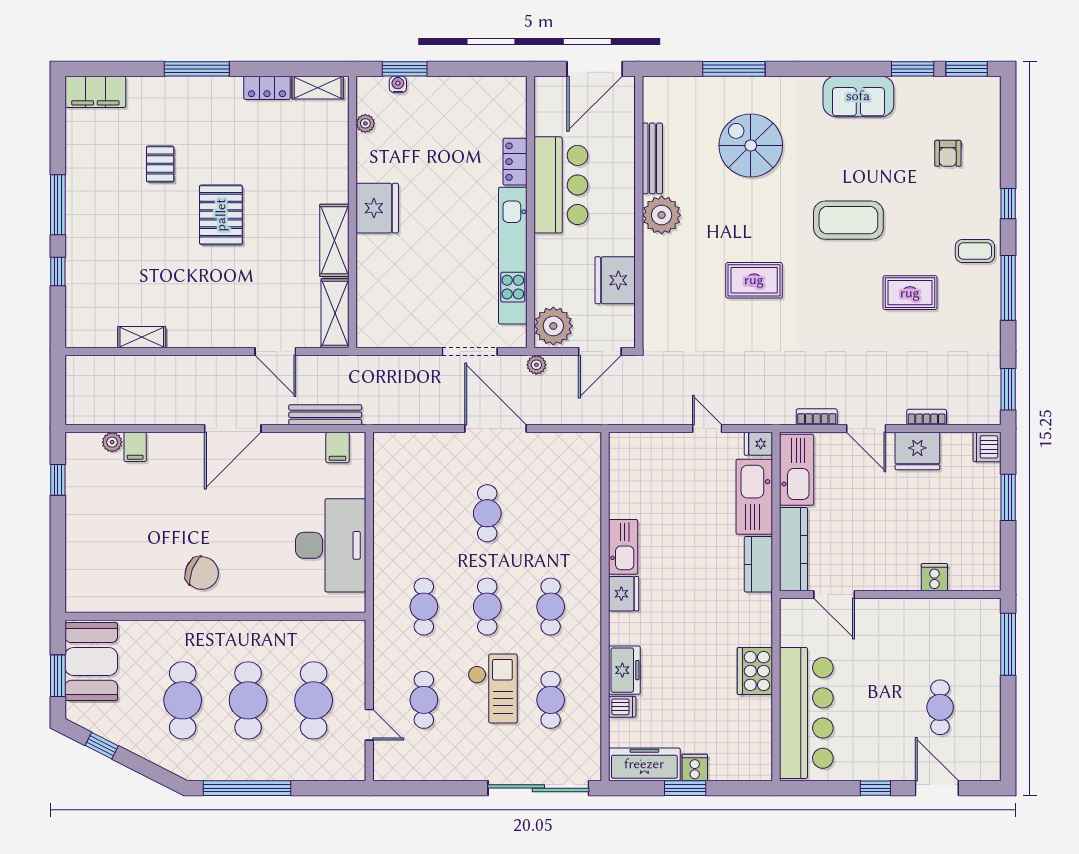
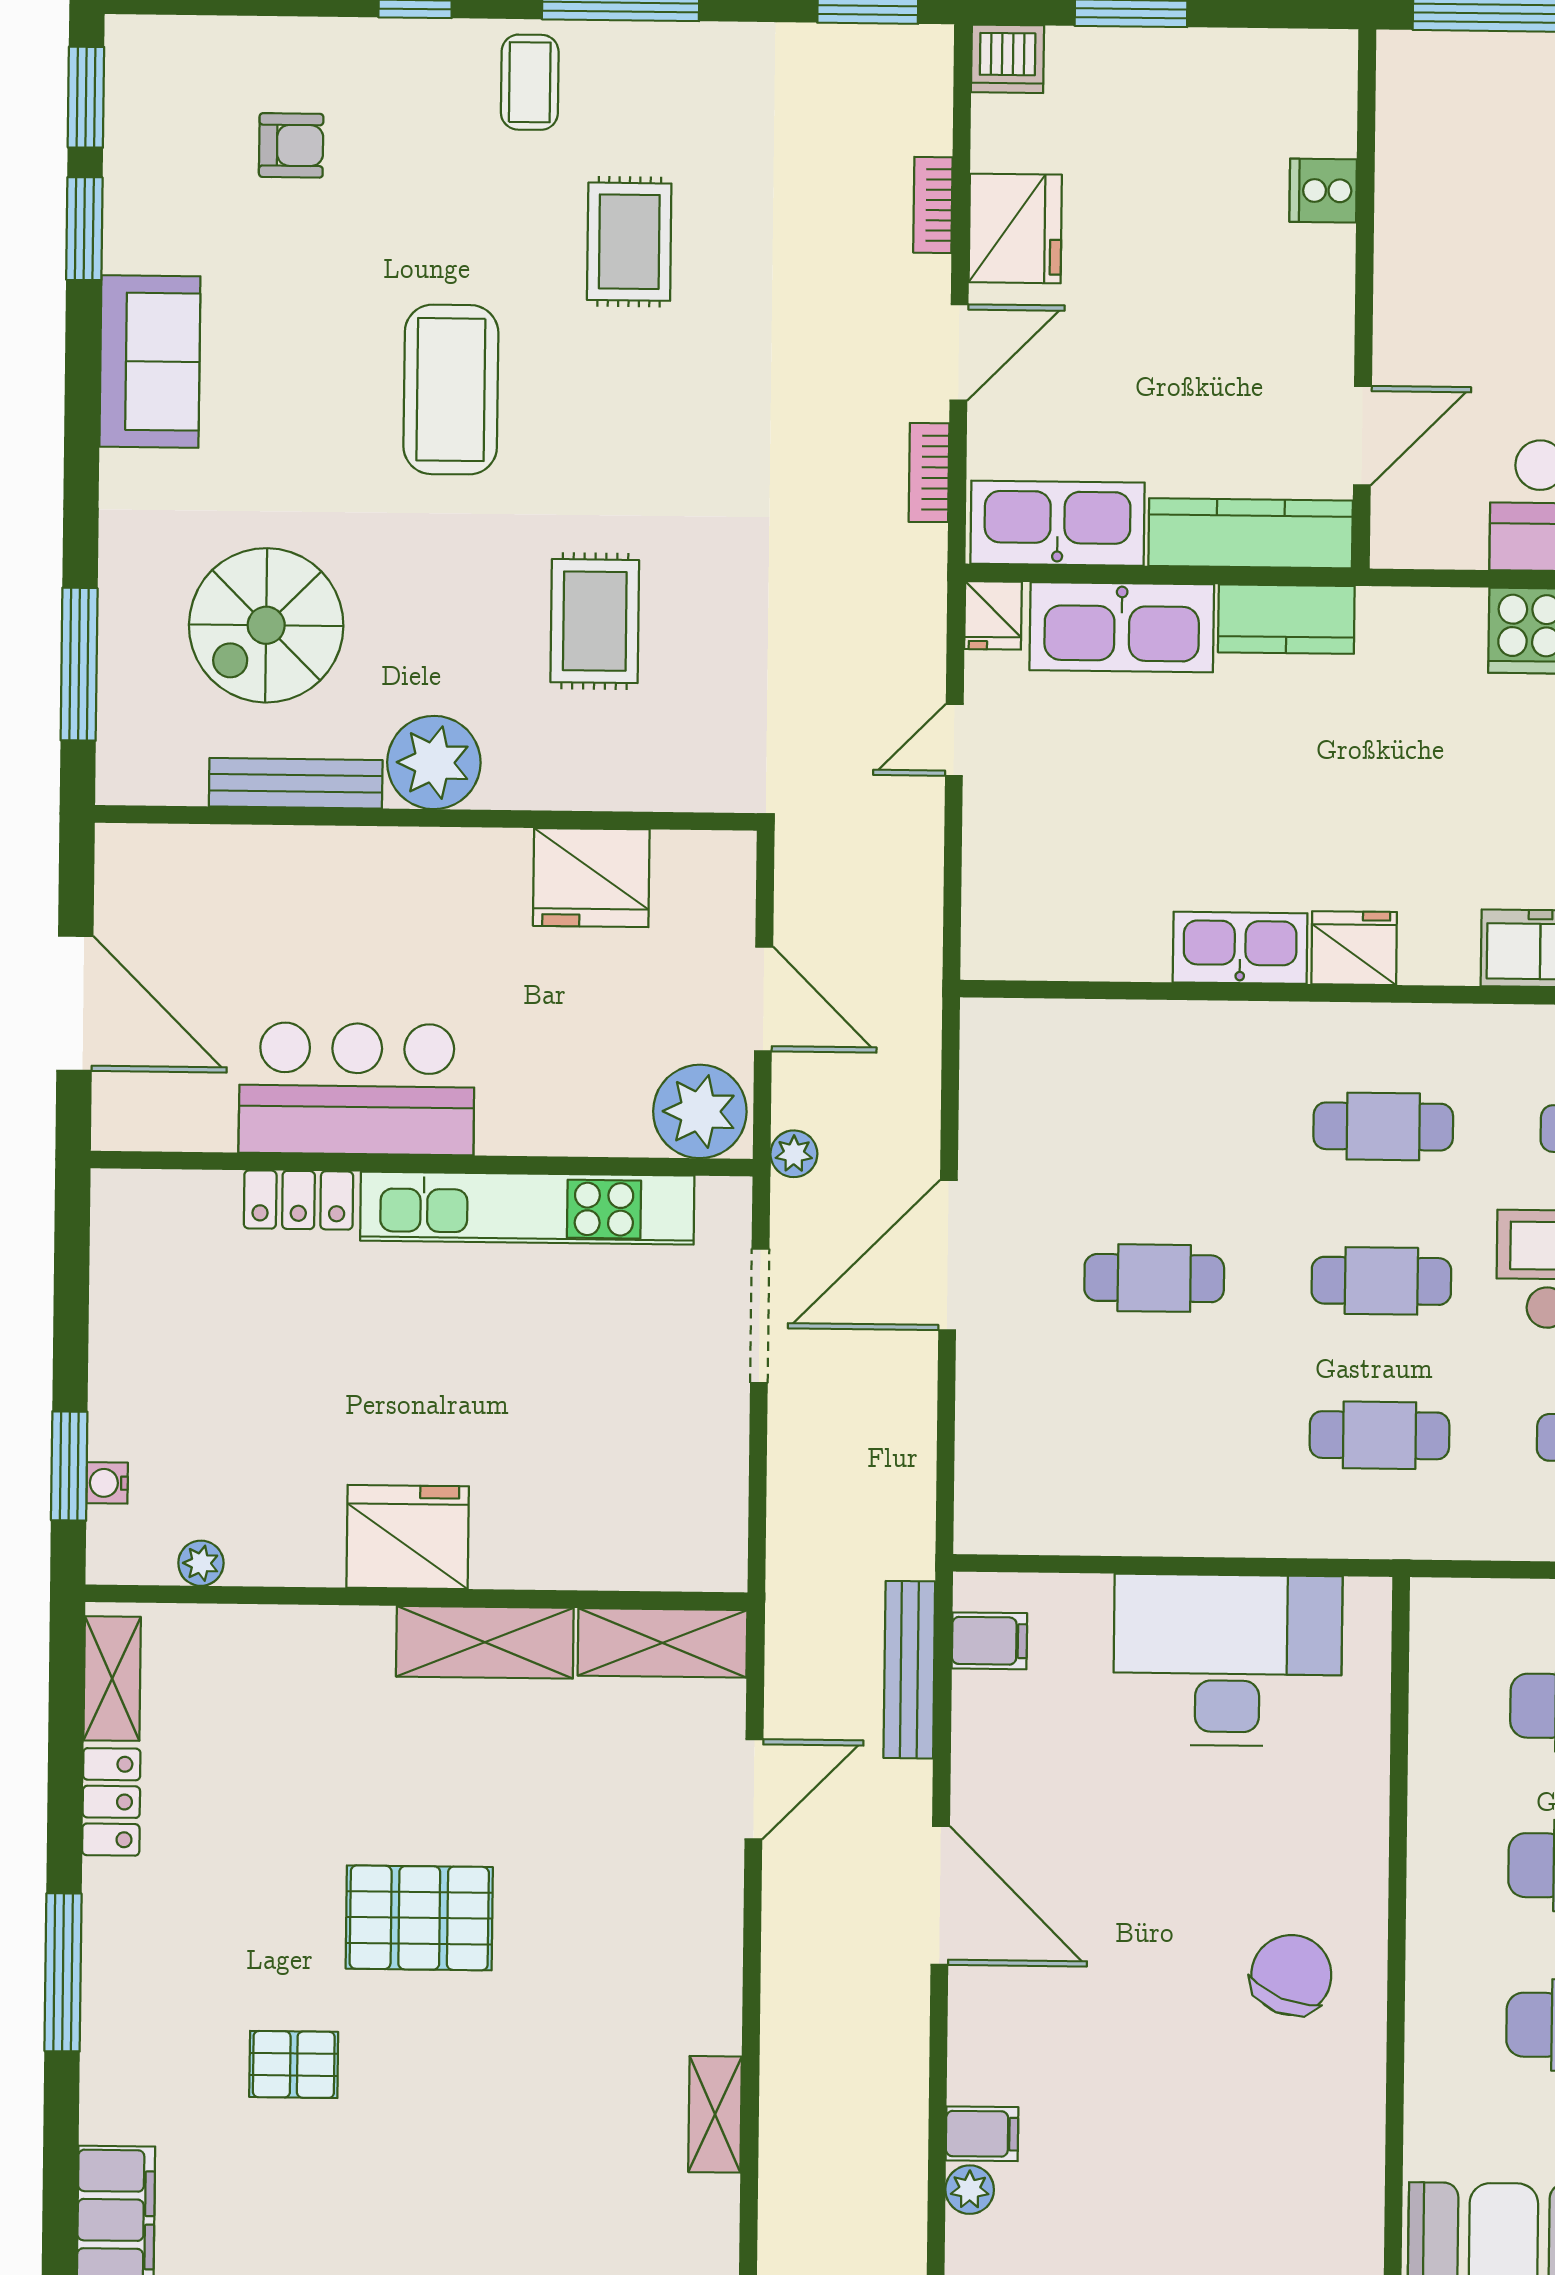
bench: (652, 158) -> (296, 783), moved
wall: (639, 212) -> (426, 818), moved
plant: (662, 215) -> (434, 763), moved
fridge: (615, 280) -> (591, 878), moved

